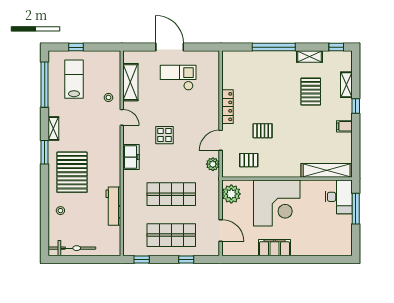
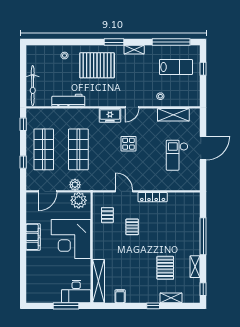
checkout: (178, 78) -> (177, 155), turned 180
pallet: (311, 92) -> (165, 268), turned 90
door: (122, 117) -> (132, 107), moved
filing cabinet: (344, 126) -> (120, 296), moved
plant: (213, 164) -> (75, 185), moved
bicycle: (72, 248) -> (33, 86), moved

